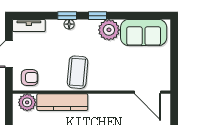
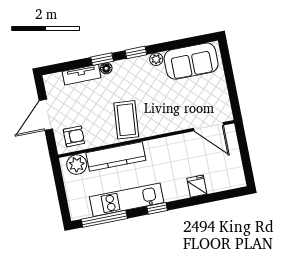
tv unit: (29, 25) -> (82, 75), moved
plant: (109, 30) -> (156, 59), width x0.53, depth x0.53

